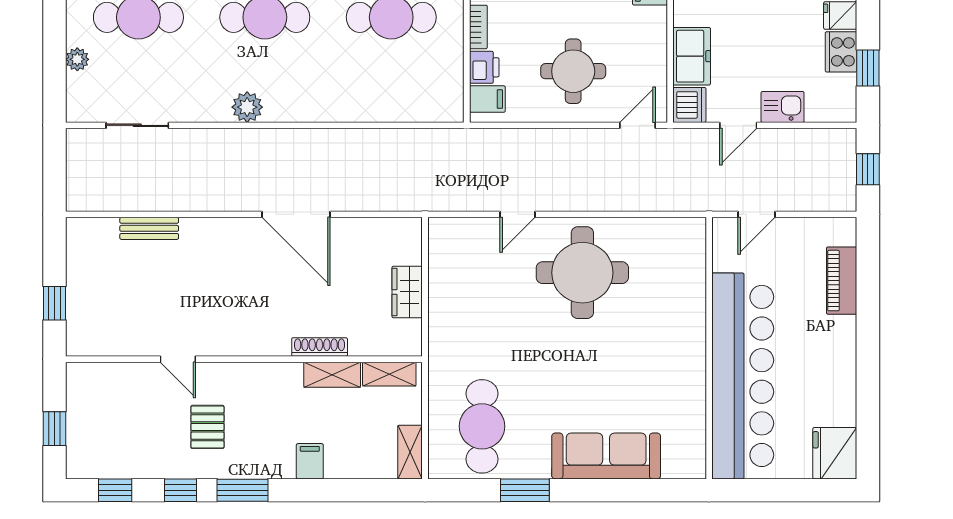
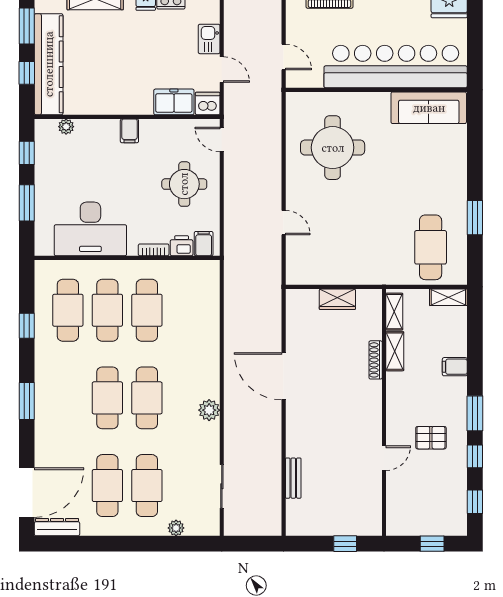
door: (296, 214) -> (284, 376), swing flipped
round table: (582, 273) -> (333, 148), moved
cafe table: (482, 426) -> (431, 247), turned 90
sofa: (606, 456) -> (429, 108), moved, turned -90

